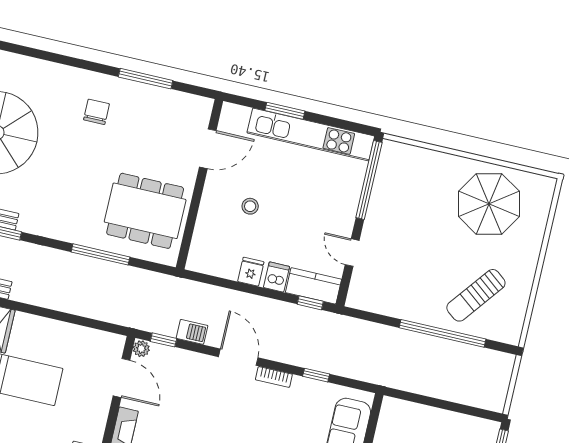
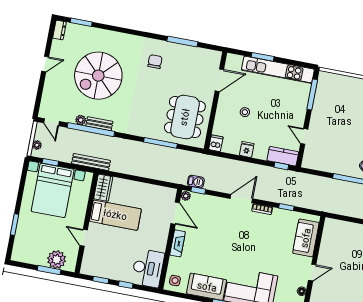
window: (369, 180) -> (312, 95), width x0.68
dining table: (145, 211) -> (185, 117), turned 90
dishwasher: (277, 277) -> (216, 143), moved
barbecue: (192, 332) -> (196, 182), moved
door: (238, 357) -> (241, 199), hinge flipped

